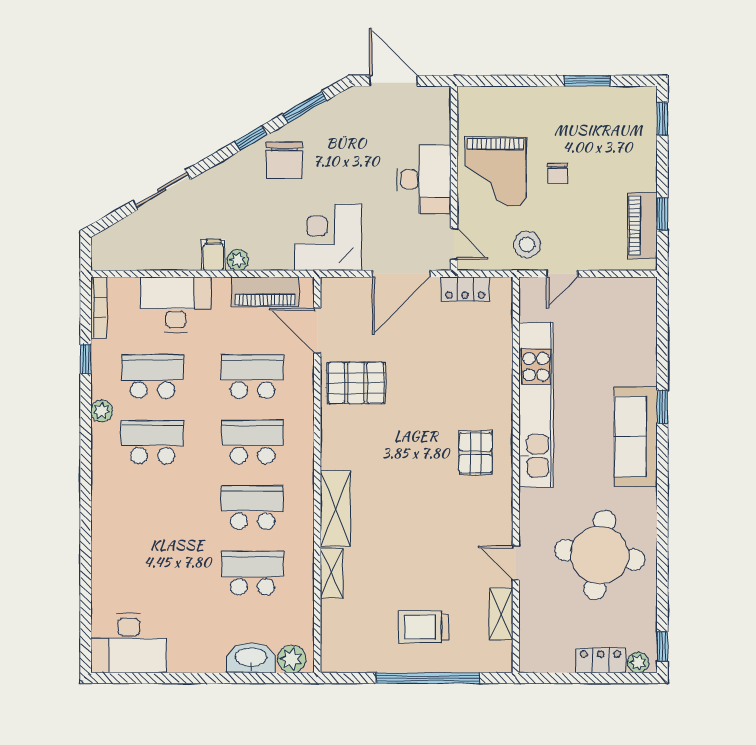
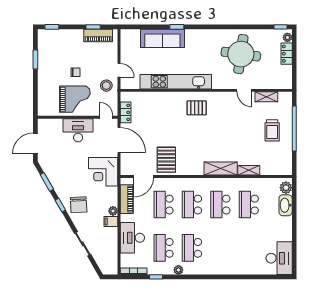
chair: (284, 160) -> (79, 205), moved, turned 87
door: (454, 244) -> (106, 117), hinge flipped
sofa: (636, 437) -> (162, 38), moved
door: (516, 563) -> (244, 90), hinge flipped

